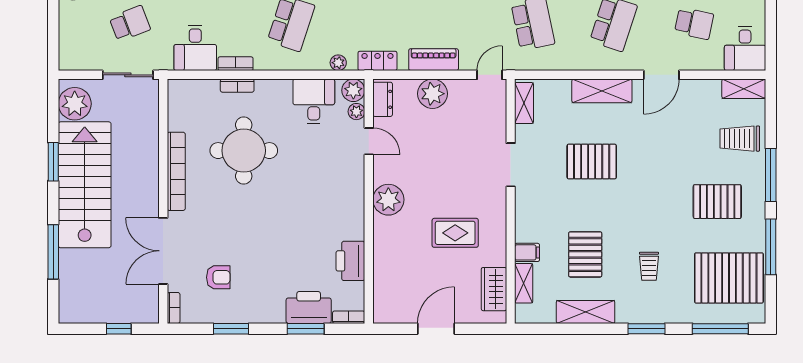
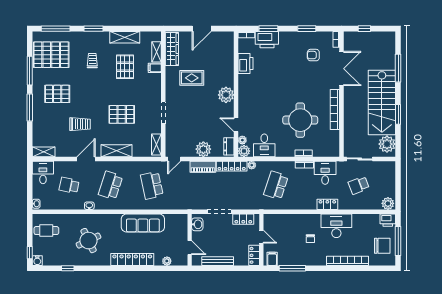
locker: (377, 61) -> (232, 166), width x1.53
trolley: (740, 139) -> (80, 124), moved
wardrobe: (494, 289) -> (172, 49), width x1.50

